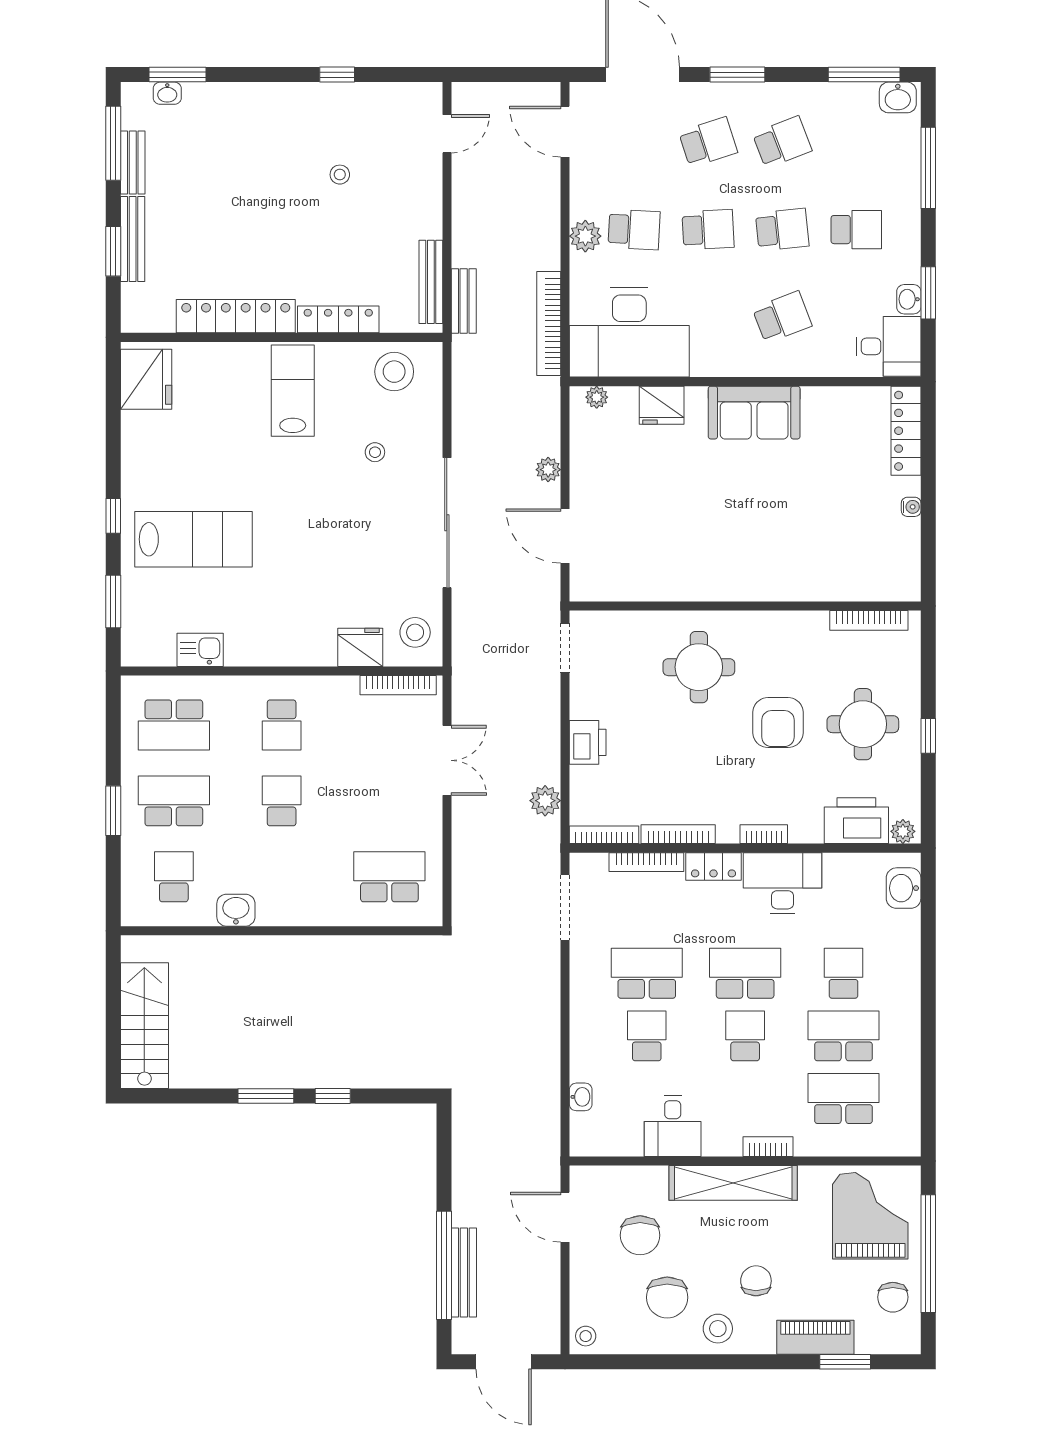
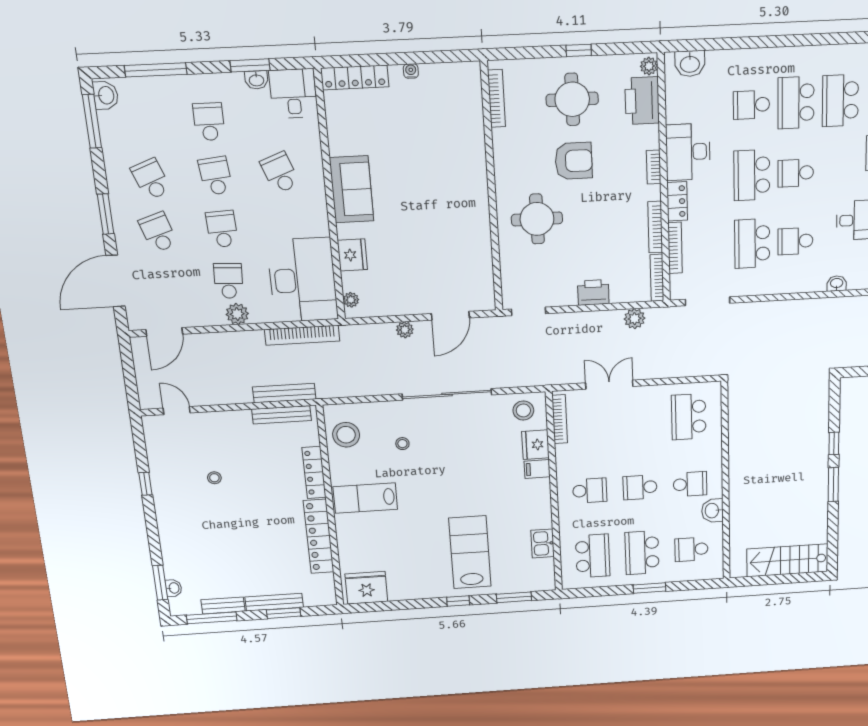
bench: (464, 301) -> (284, 393), width x1.36
filing cabinet: (322, 648) -> (537, 469), added
school desk: (282, 877) -> (690, 484), added

